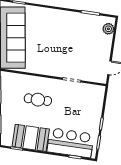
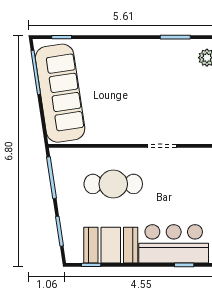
cafe table: (38, 100) -> (113, 184), width x1.37, depth x1.35

